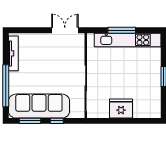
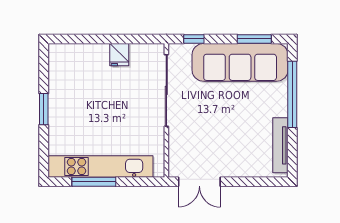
window: (122, 30) -> (94, 182), moved
fridge: (121, 109) -> (119, 55), width x0.53, depth x0.75
window: (57, 121) -> (194, 39), moved

